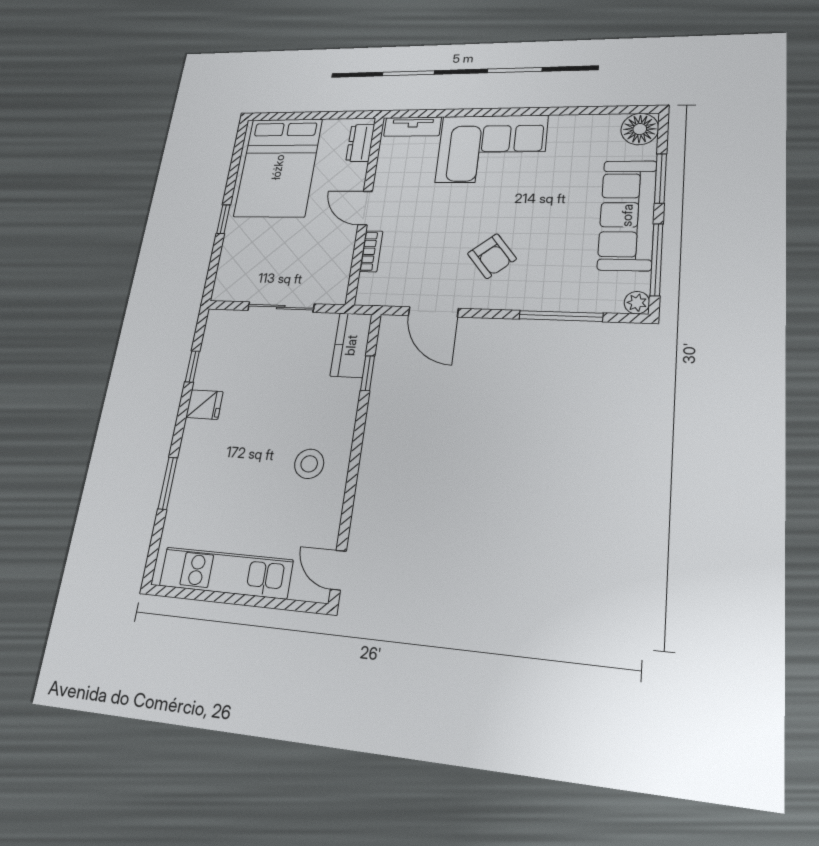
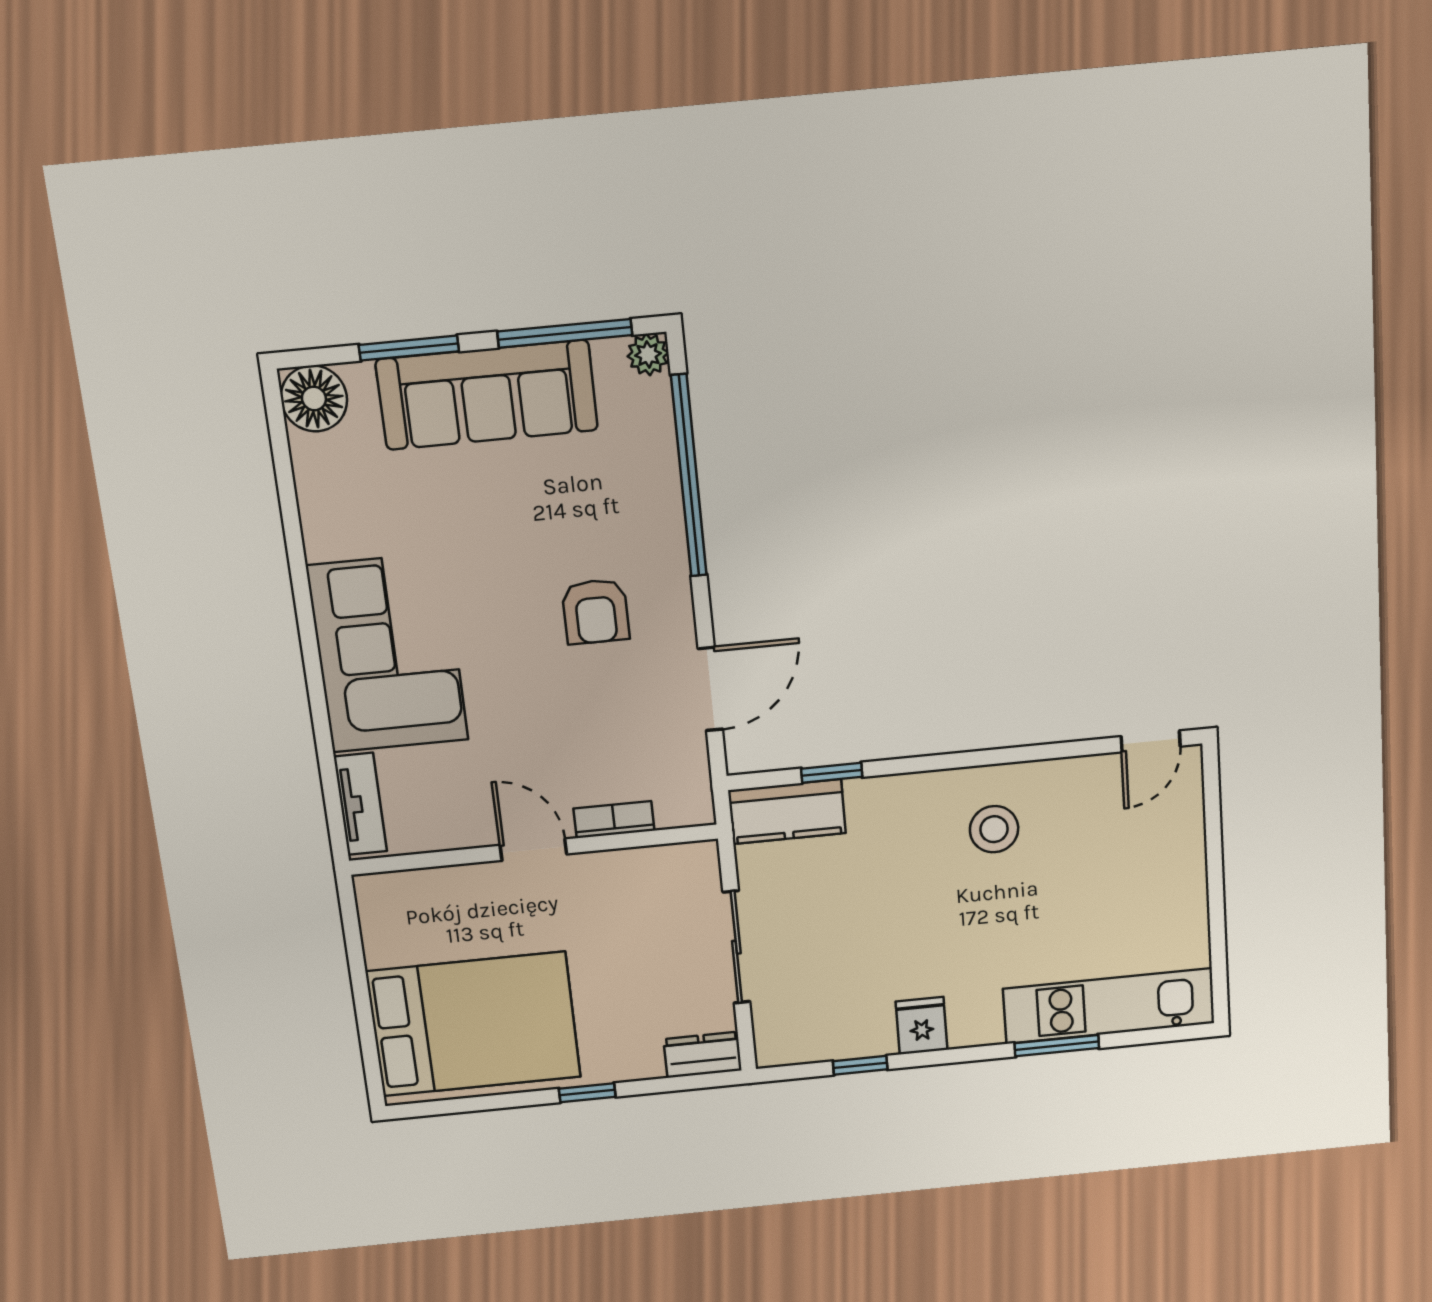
dresser: (360, 143) -> (703, 1055), moved, turned 180
door: (365, 208) -> (533, 850), swing flipped
armchair: (492, 256) -> (595, 611), turned 129
window: (561, 316) -> (689, 476), width x1.46
kitchen unit: (226, 573) -> (1109, 1006), moved, turned 90

